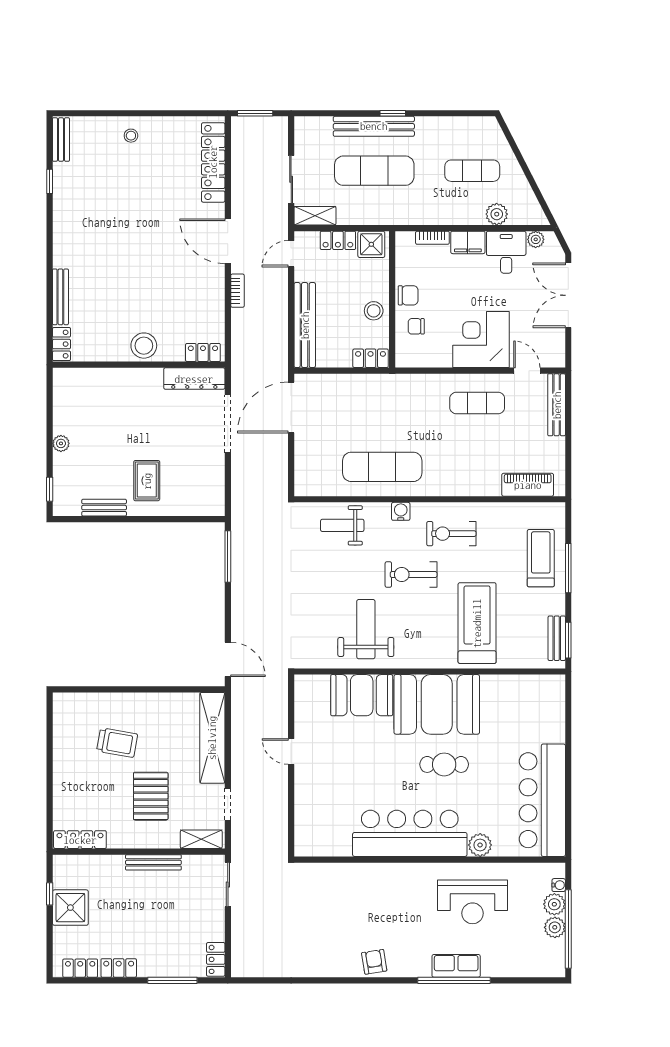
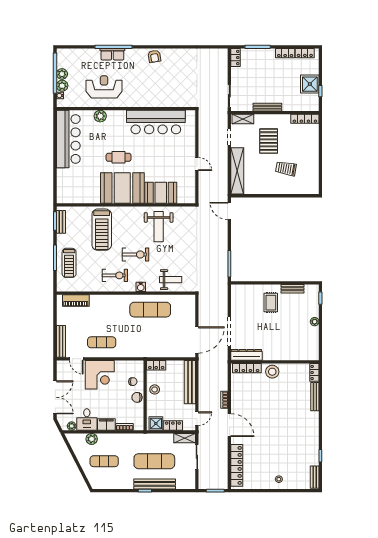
locker: (203, 352) -> (247, 368), width x1.53
bar counter: (410, 833) -> (156, 122), moved

